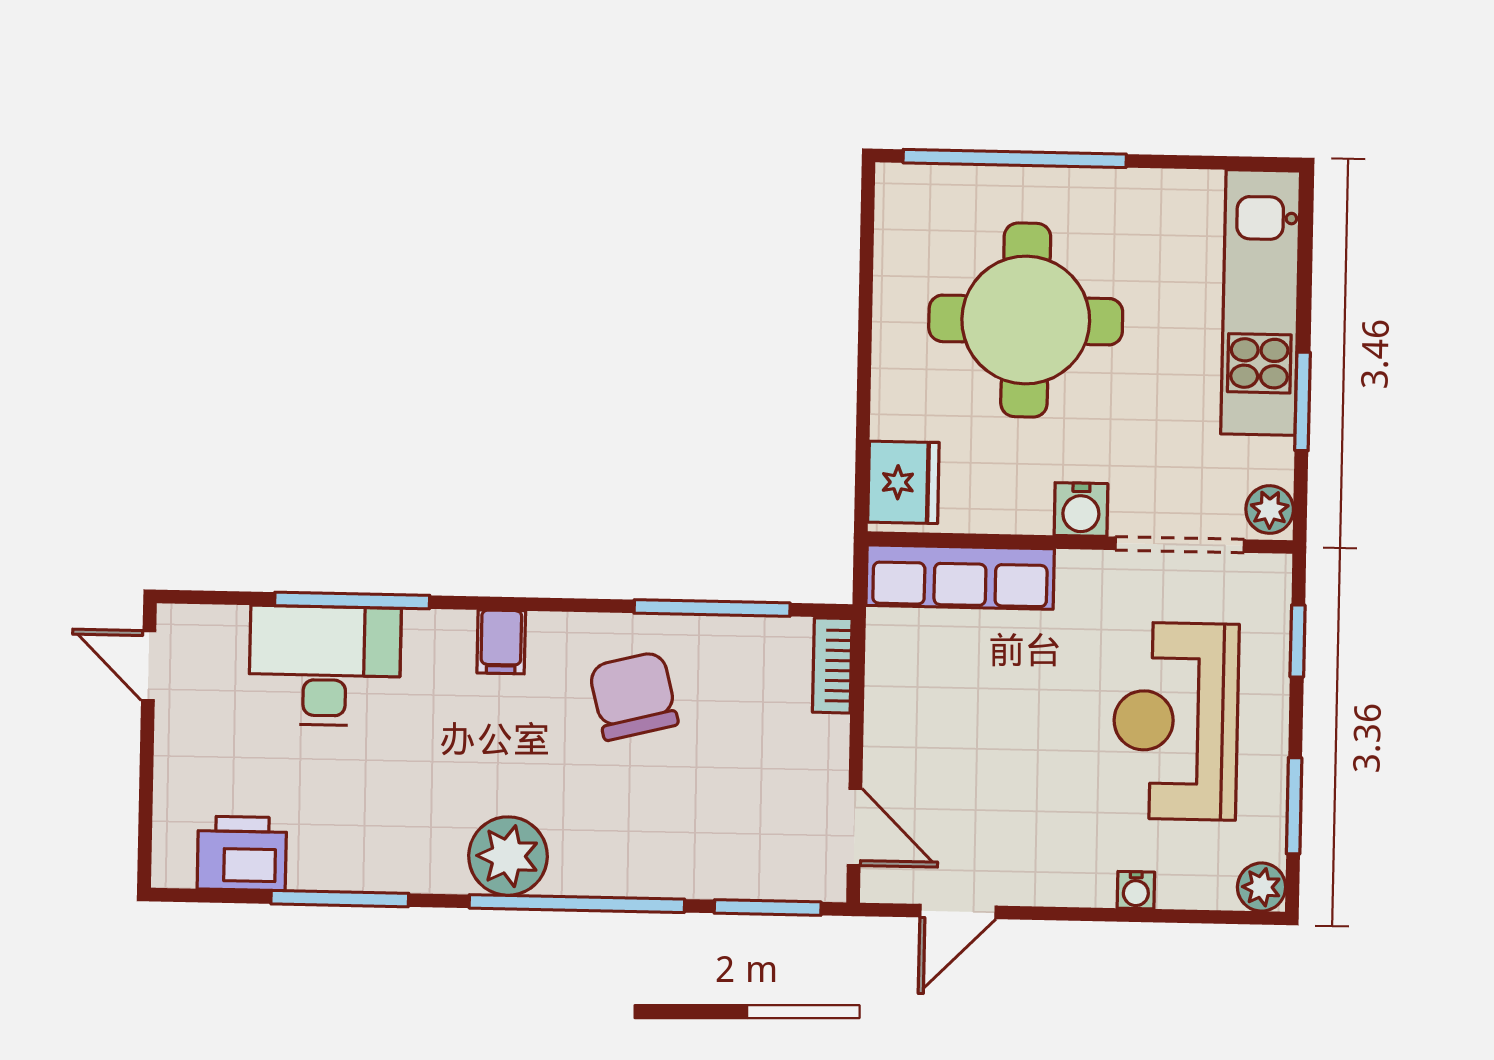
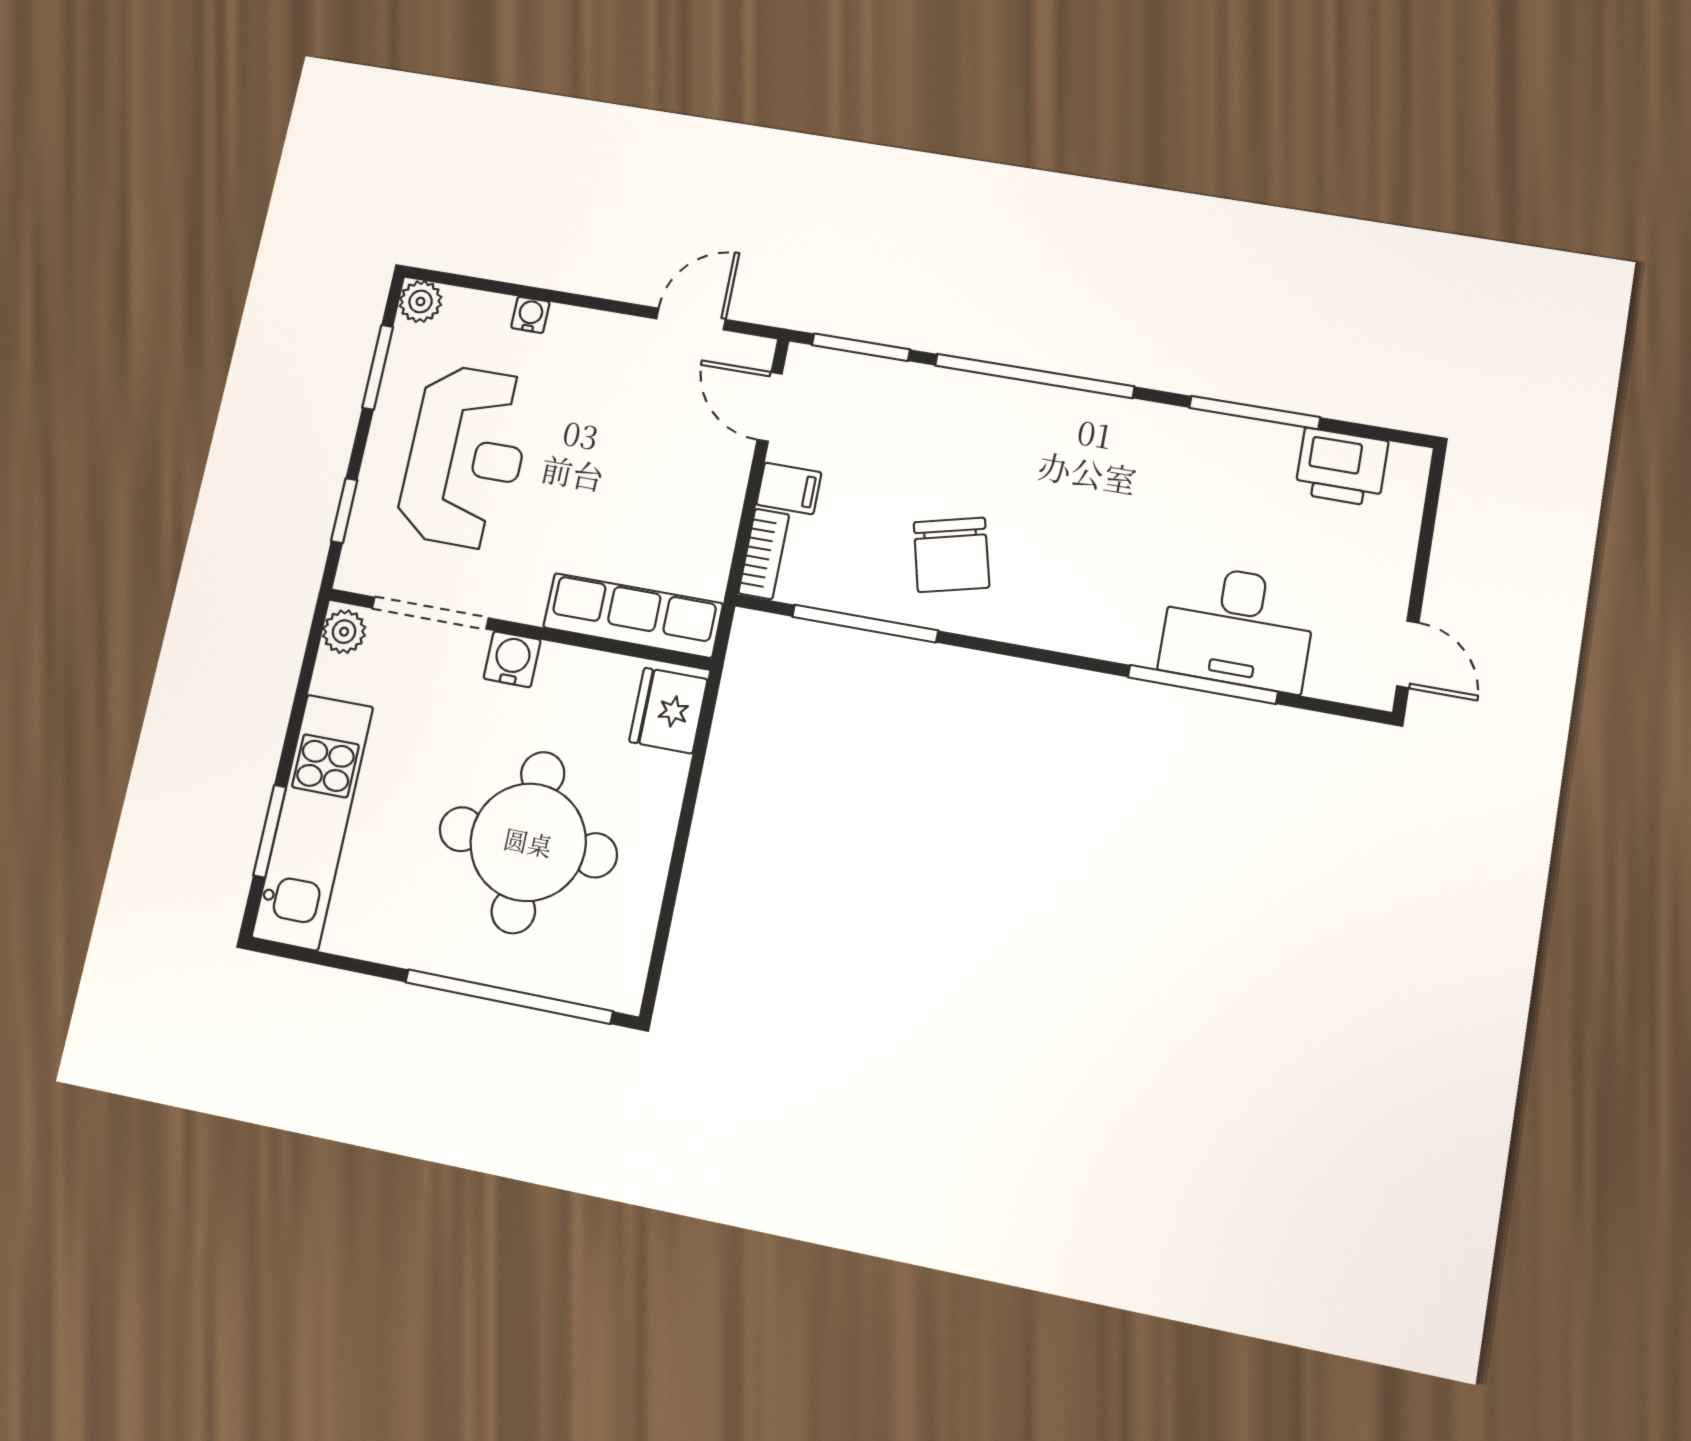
window: (1303, 401) -> (270, 831), moved
filing cabinet: (501, 642) -> (789, 488), moved, turned 90
plant: (508, 856) -> (1091, 428), removed

